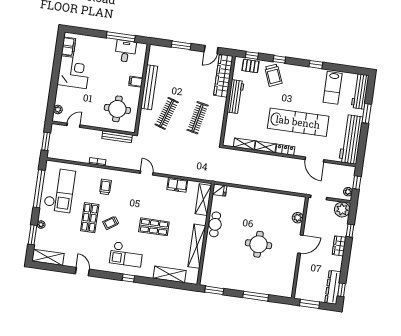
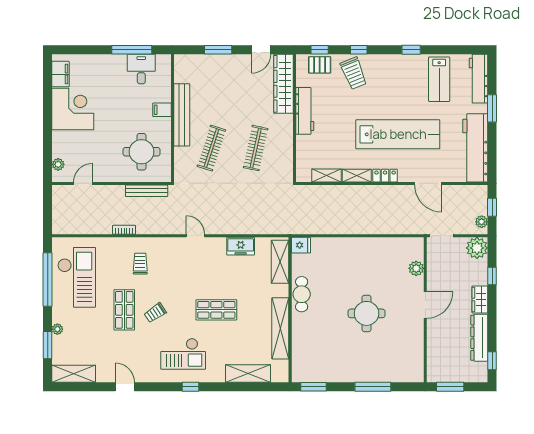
window: (46, 141) -> (48, 211), removed
dresser: (333, 287) -> (479, 338), moved

